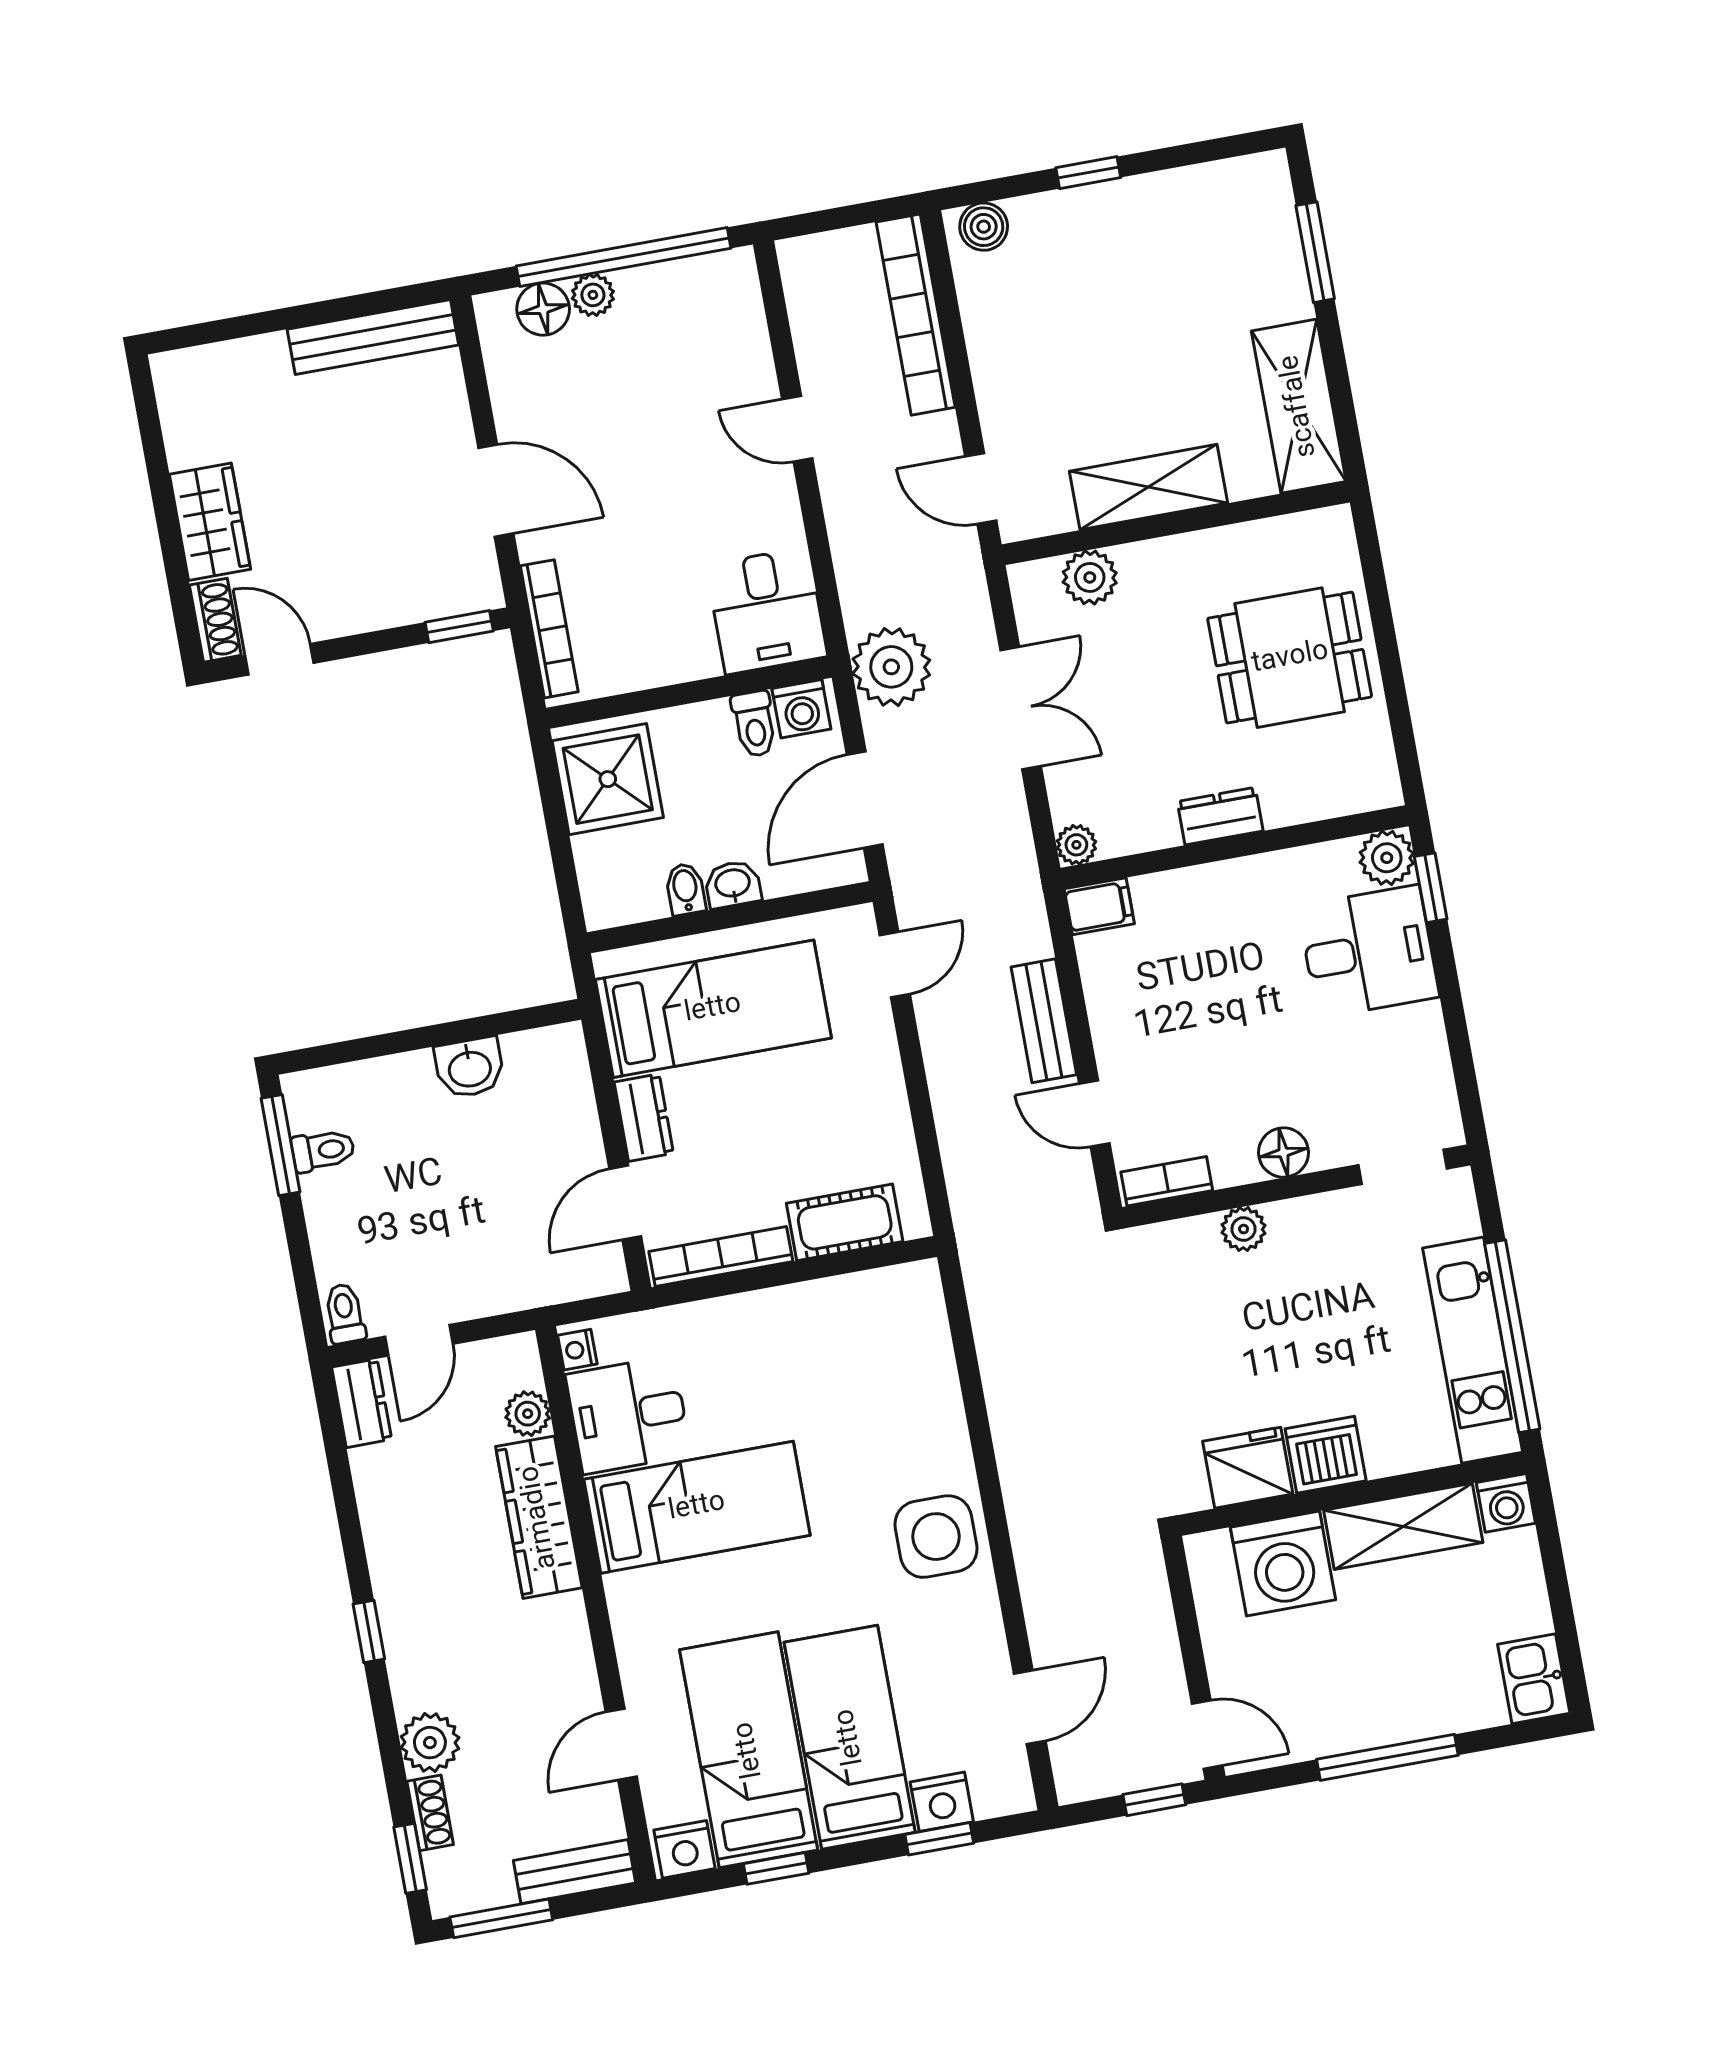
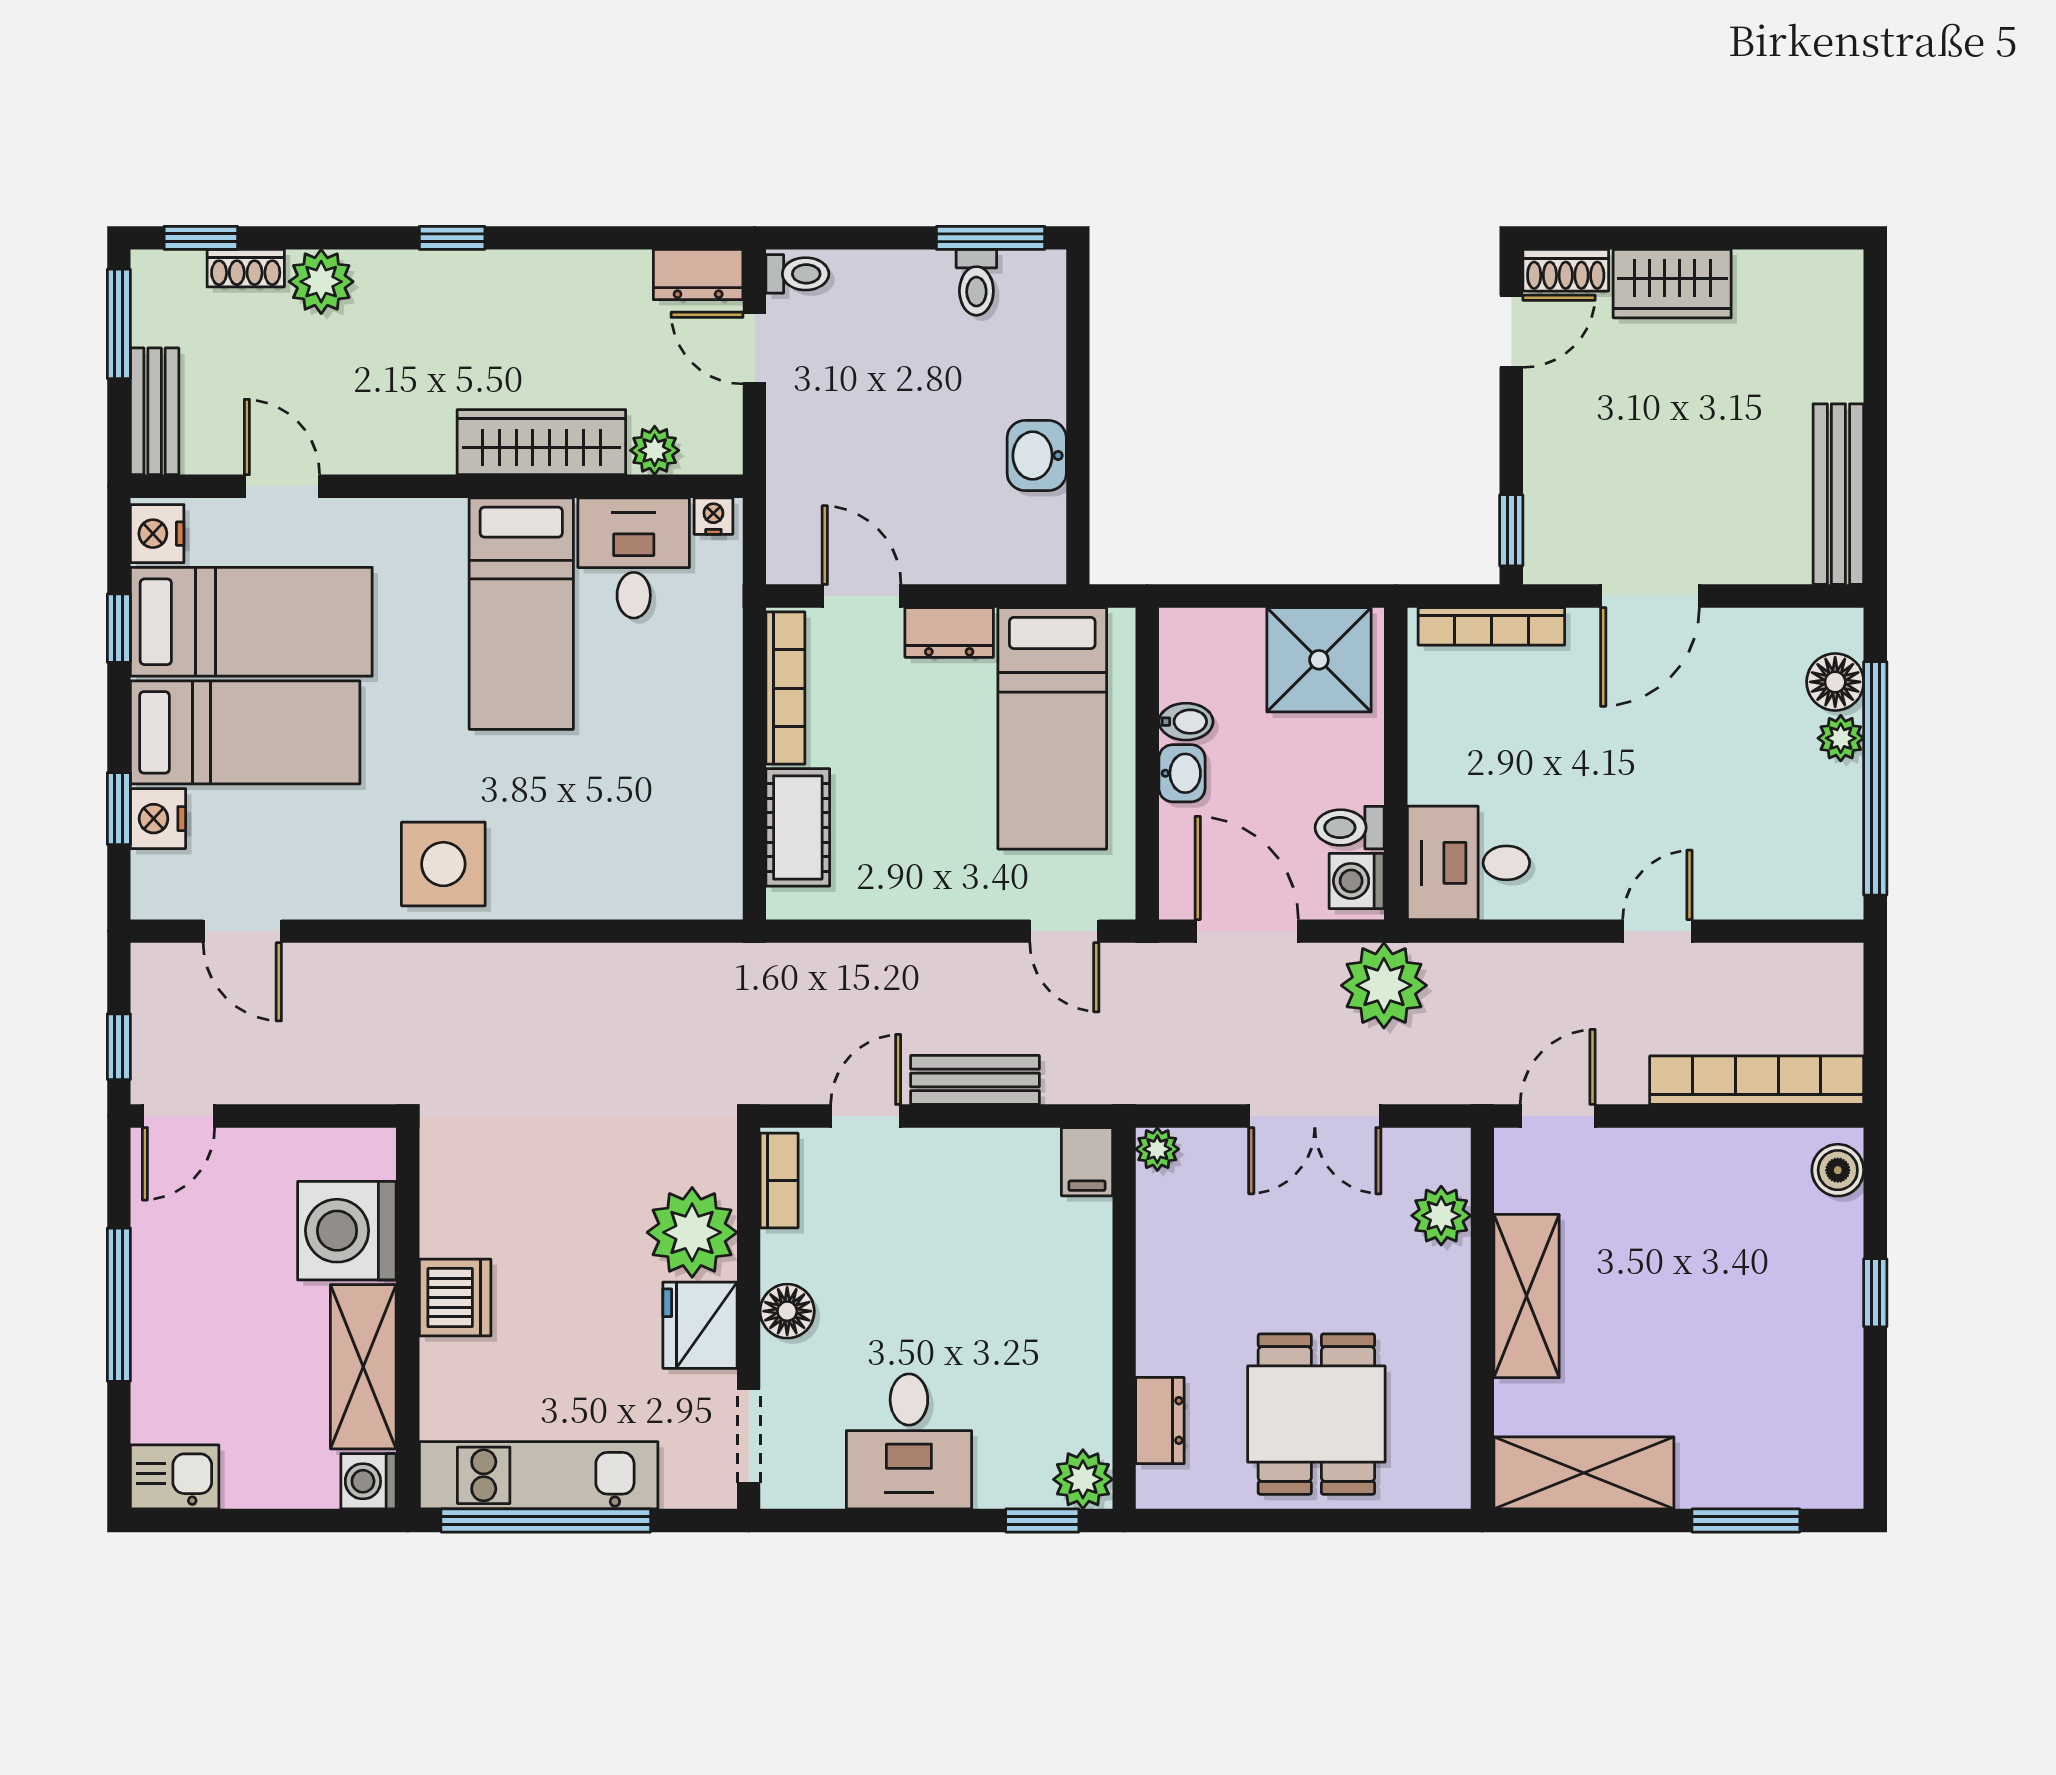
dresser: (1220, 816) -> (1160, 1420), moved
desk: (1368, 952) -> (909, 1441), moved
plant: (1244, 1229) -> (692, 1232), width x1.88, depth x1.88
fridge: (1248, 1468) -> (700, 1325), moved, turned 180

